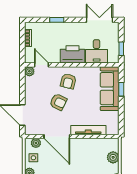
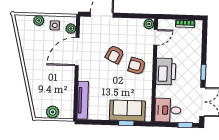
window: (57, 20) -> (203, 72), moved
window: (121, 49) -> (185, 125), moved
desk: (97, 51) -> (168, 110), moved
sofa: (110, 89) -> (127, 111), width x0.73
tv unit: (88, 130) -> (83, 100), moved

